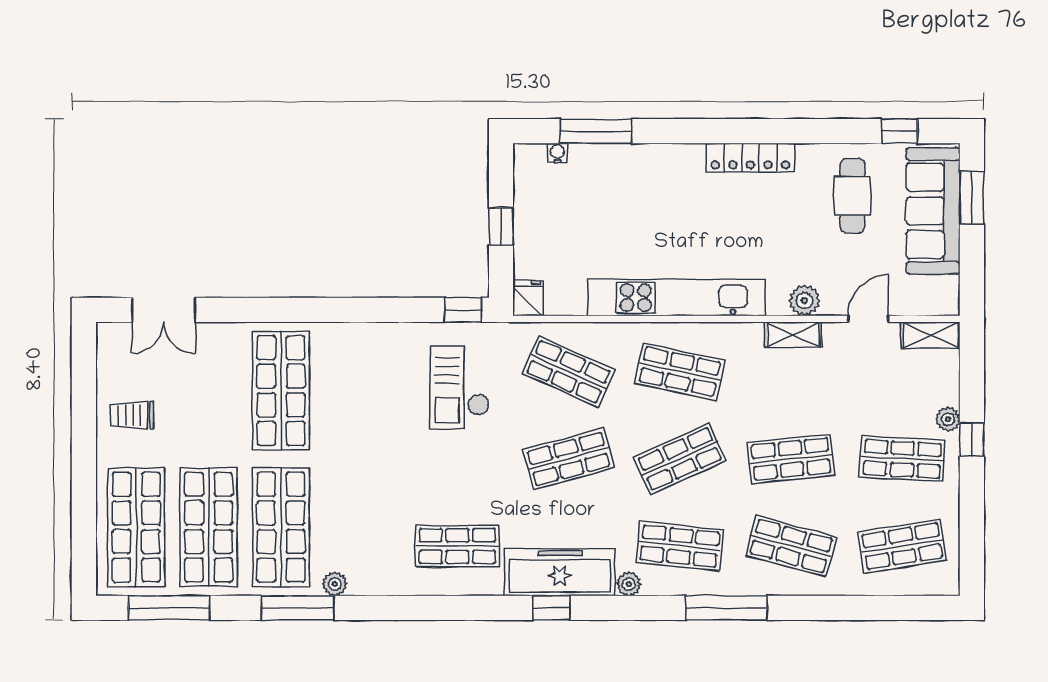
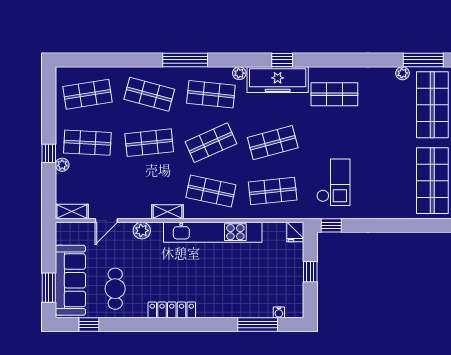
shelving: (793, 334) -> (167, 212), moved
shop shelf: (569, 372) -> (273, 191), turned -30

